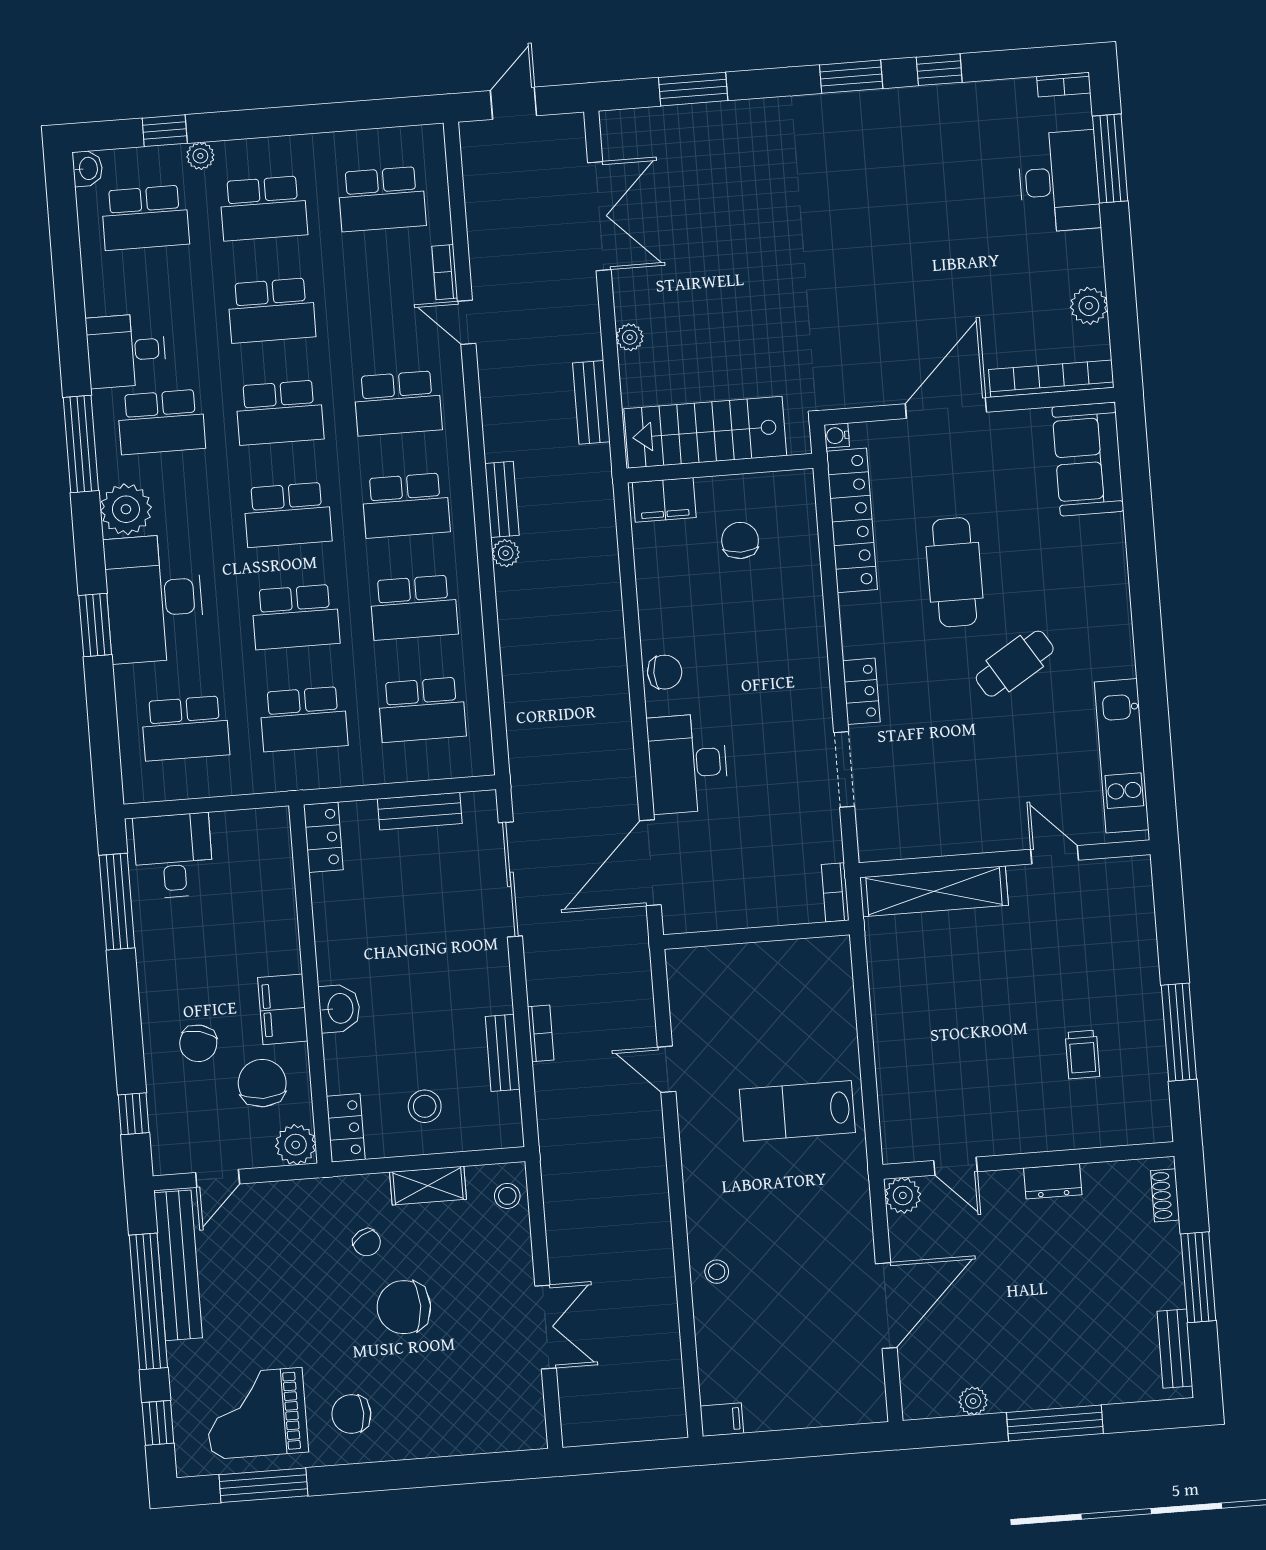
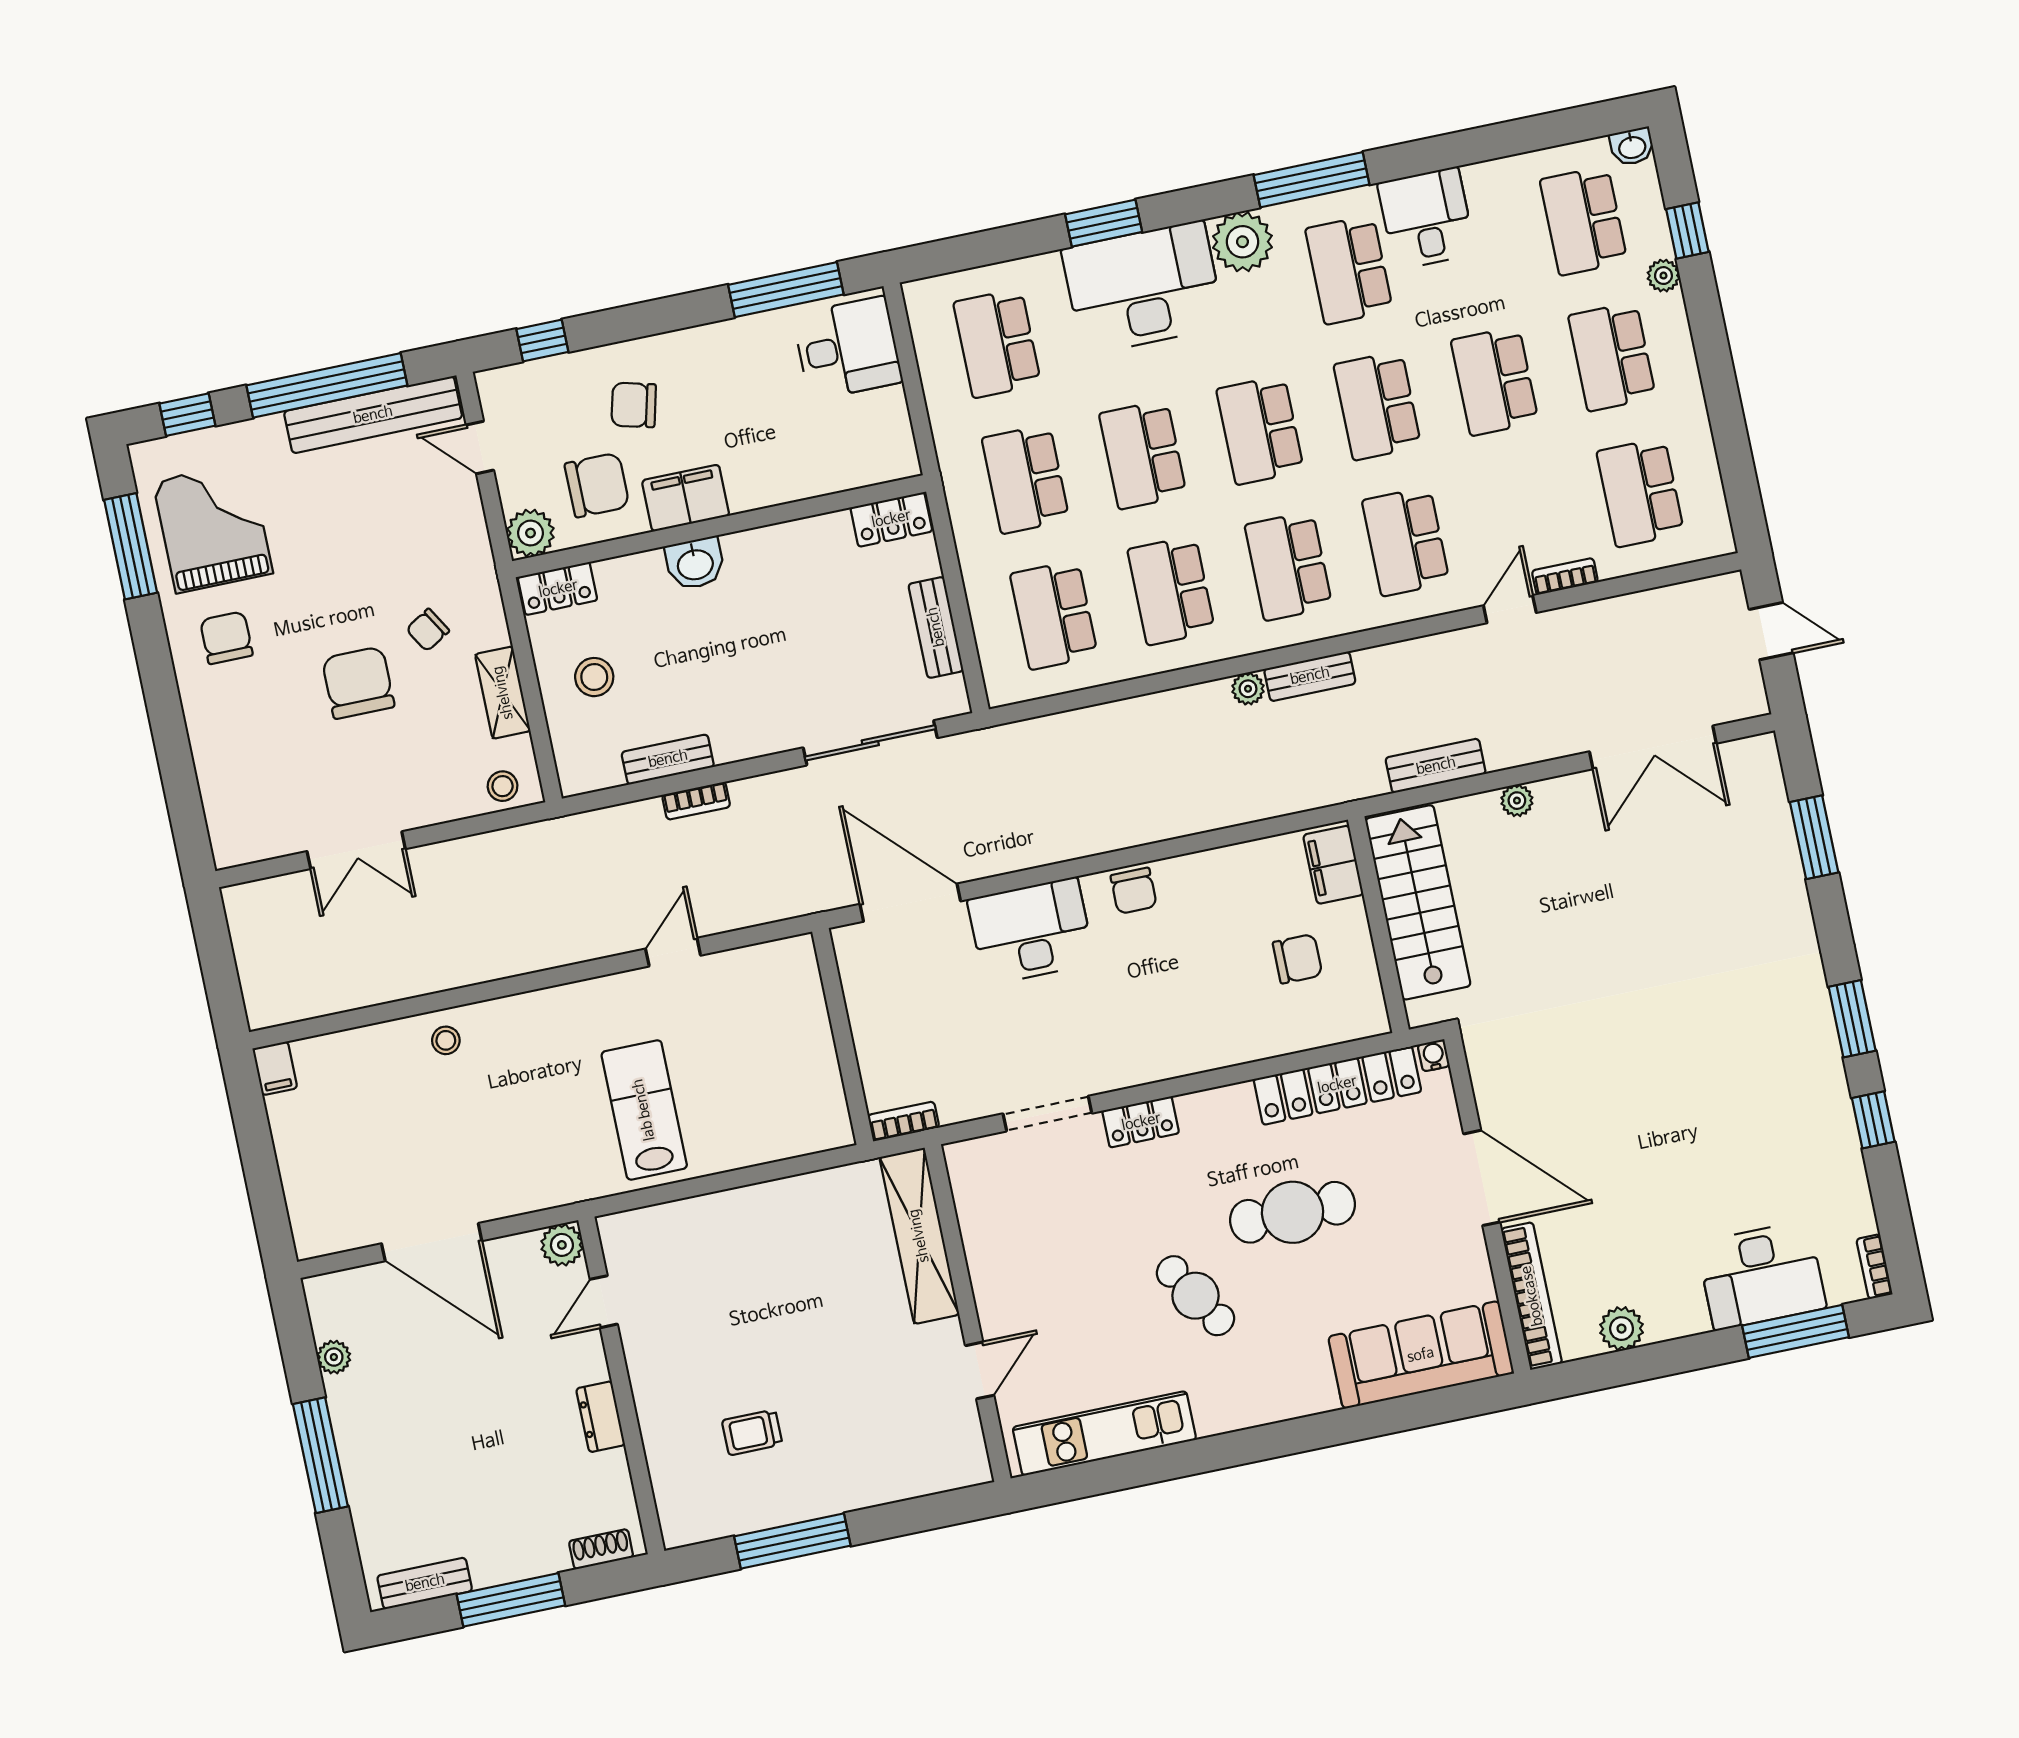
sofa: (1088, 459) -> (1421, 1355), width x1.36

